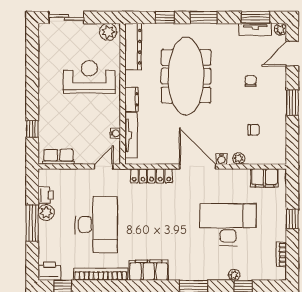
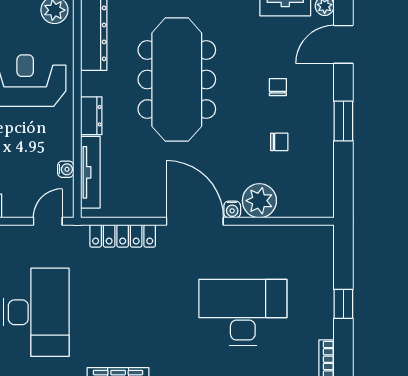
chair: (254, 130) -> (279, 142), moved
plant: (239, 159) -> (259, 201), width x1.88, depth x1.88
filing cabinet: (264, 178) -> (300, 239), removed

